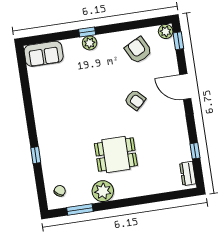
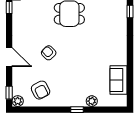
plant: (90, 43) -> (92, 101), moved
sofa: (44, 54) -> (119, 80), moved, turned -90
window: (36, 155) -> (130, 12), moved

